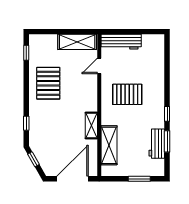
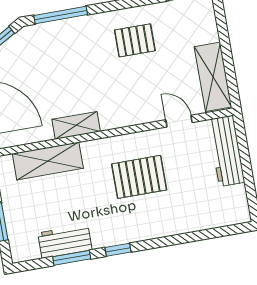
pallet: (48, 83) -> (135, 40), width x0.67, depth x0.71
pallet: (127, 94) -> (139, 177), turned 90
window: (26, 123) -> (61, 15), width x2.17

